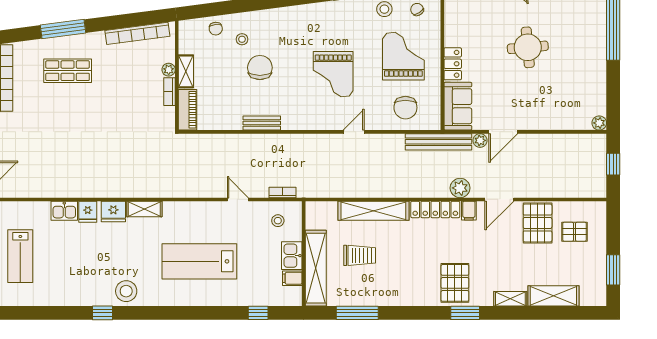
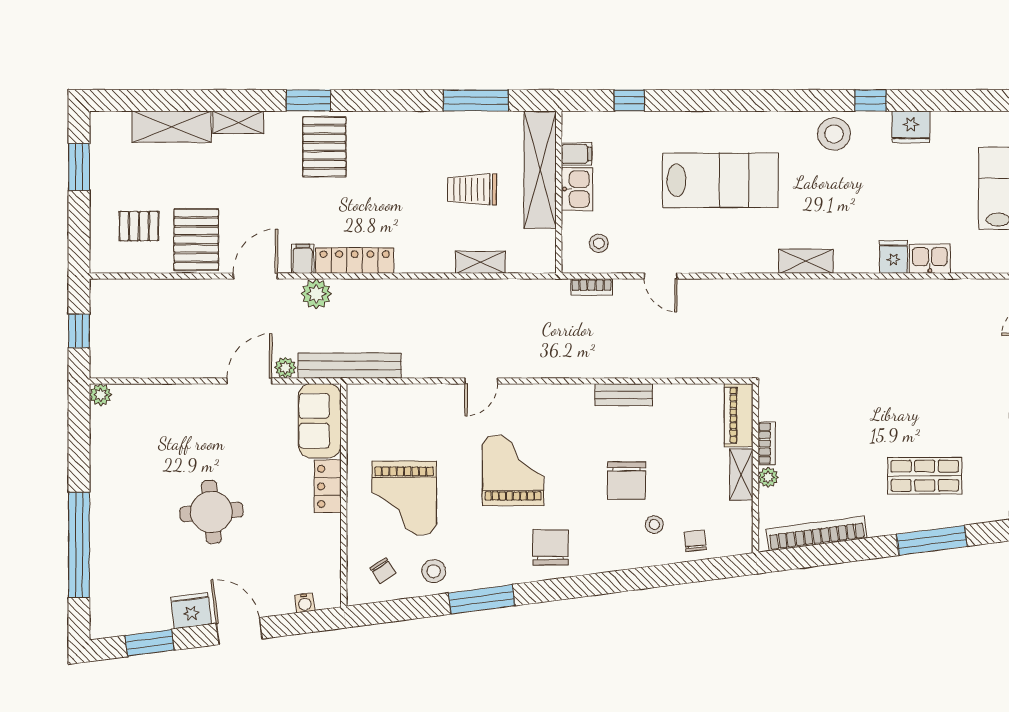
chair: (405, 108) -> (551, 547), moved
fridge: (113, 211) -> (911, 127), moved, turned 180
shelving: (373, 211) -> (480, 262), width x0.45, depth x0.75

